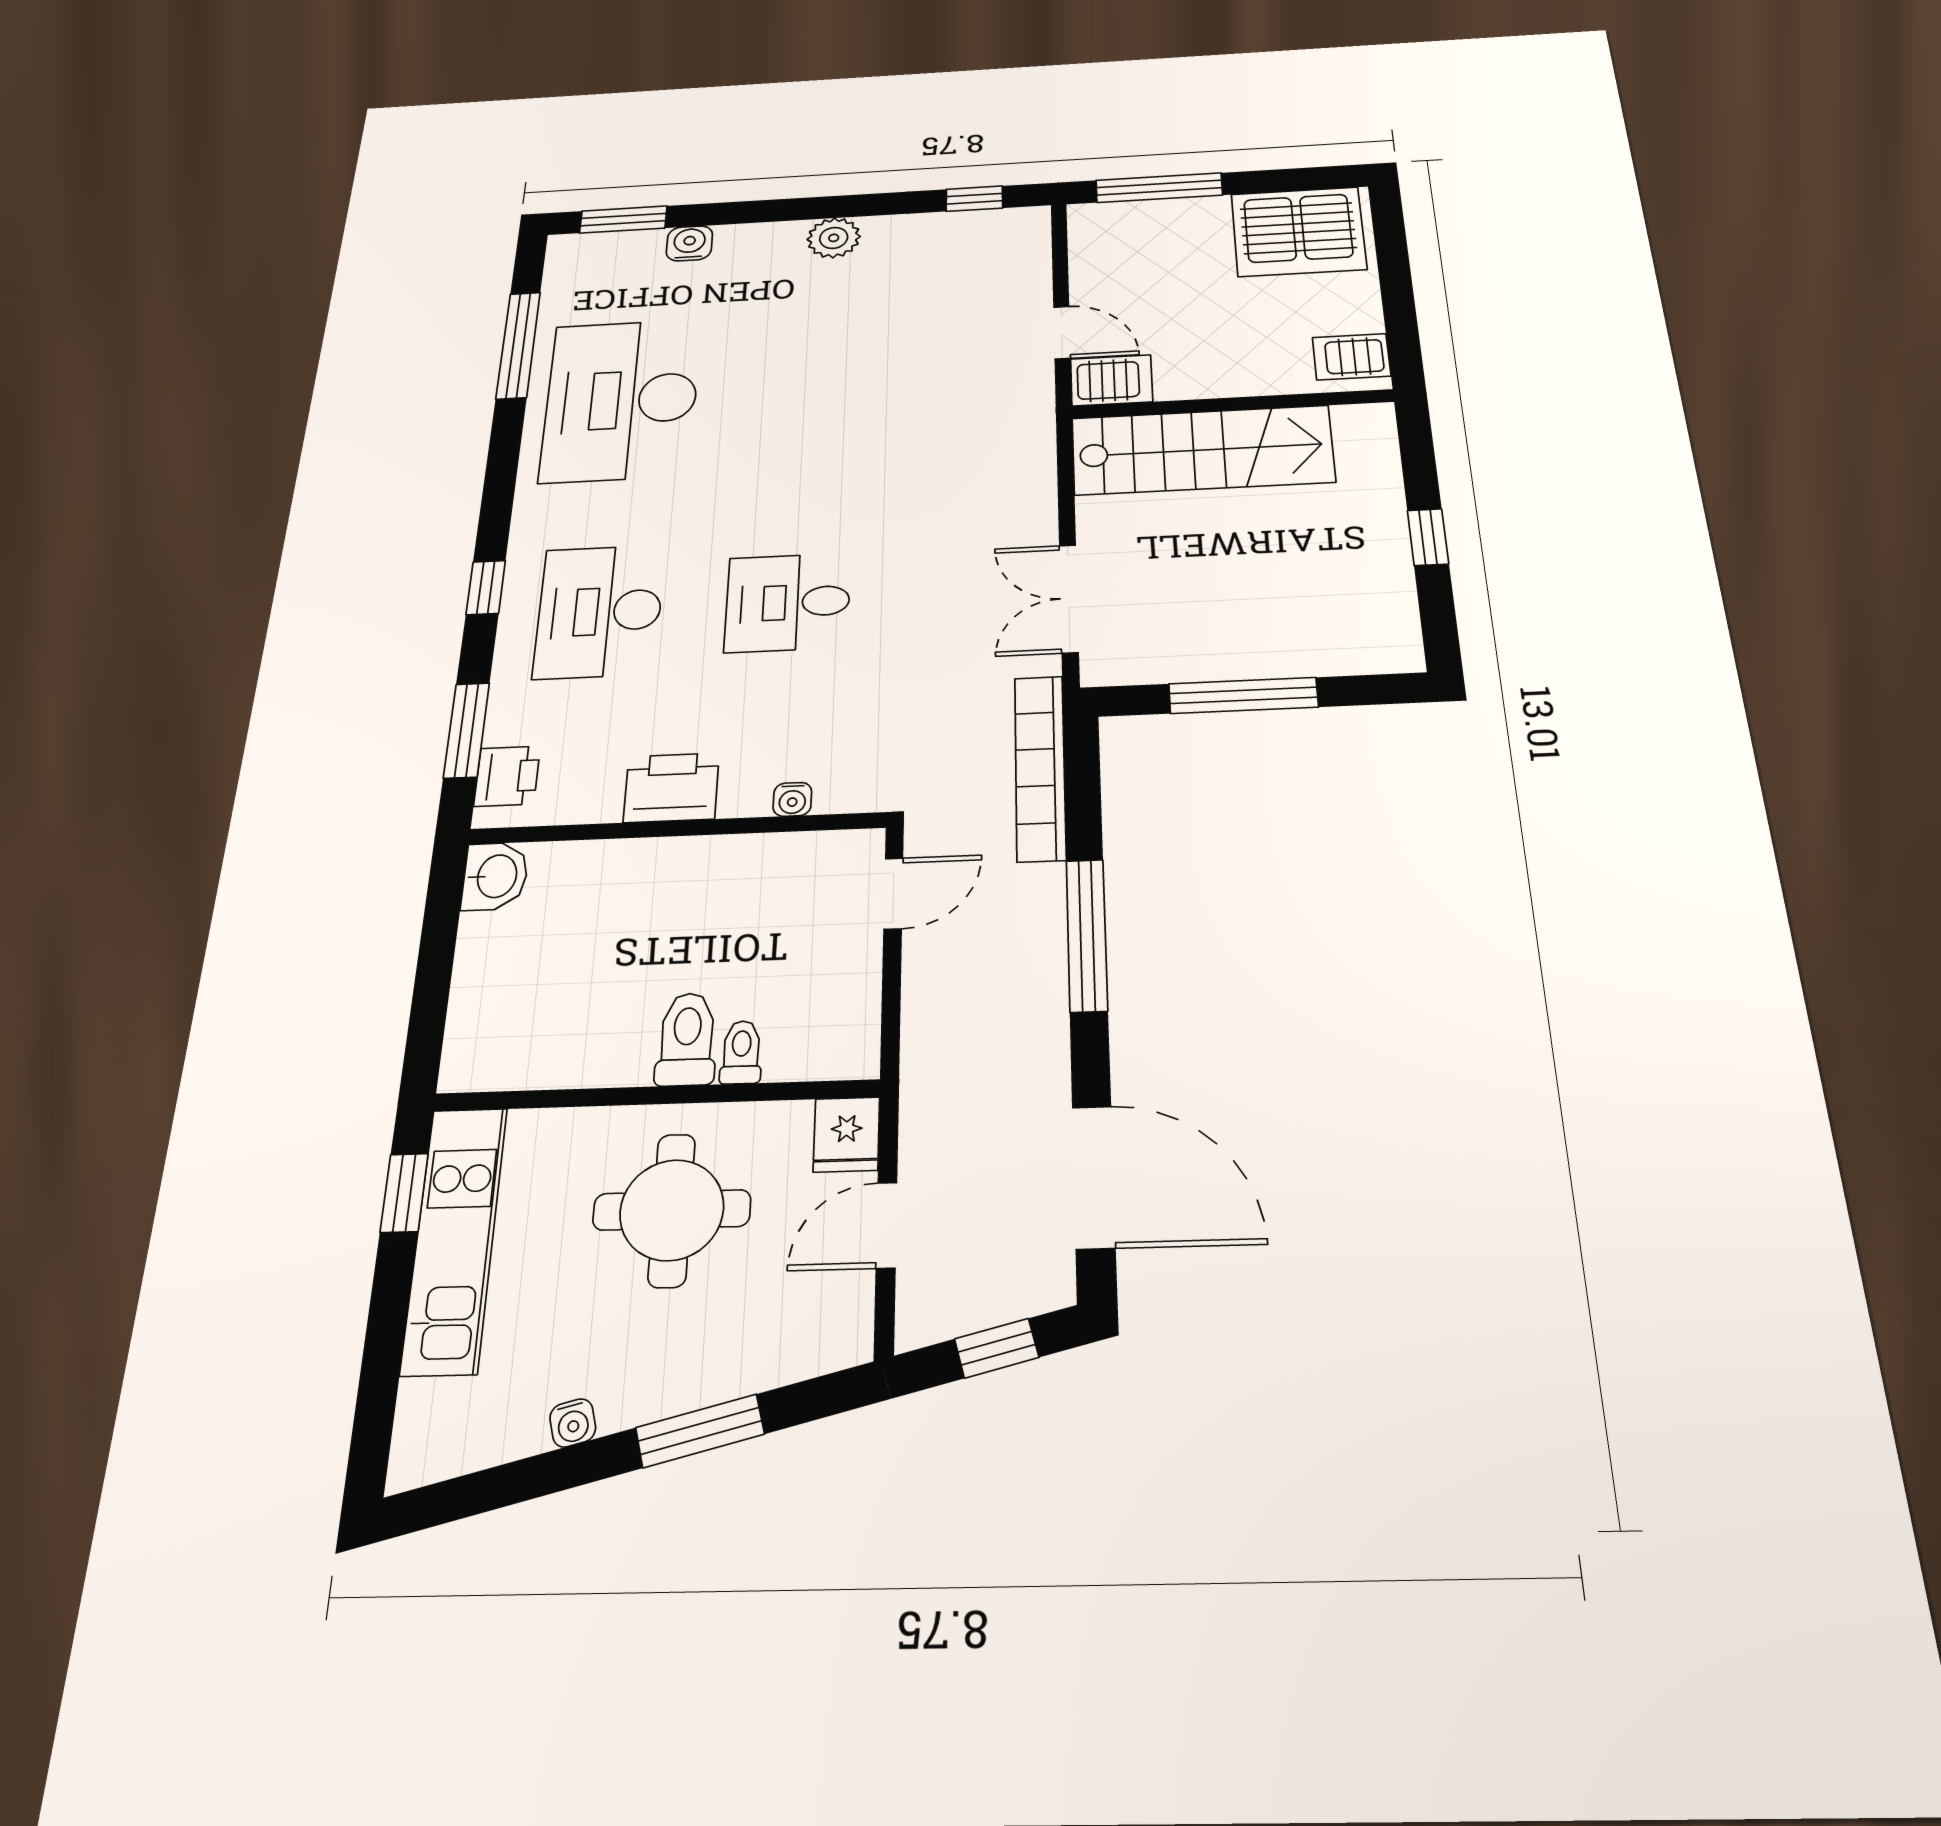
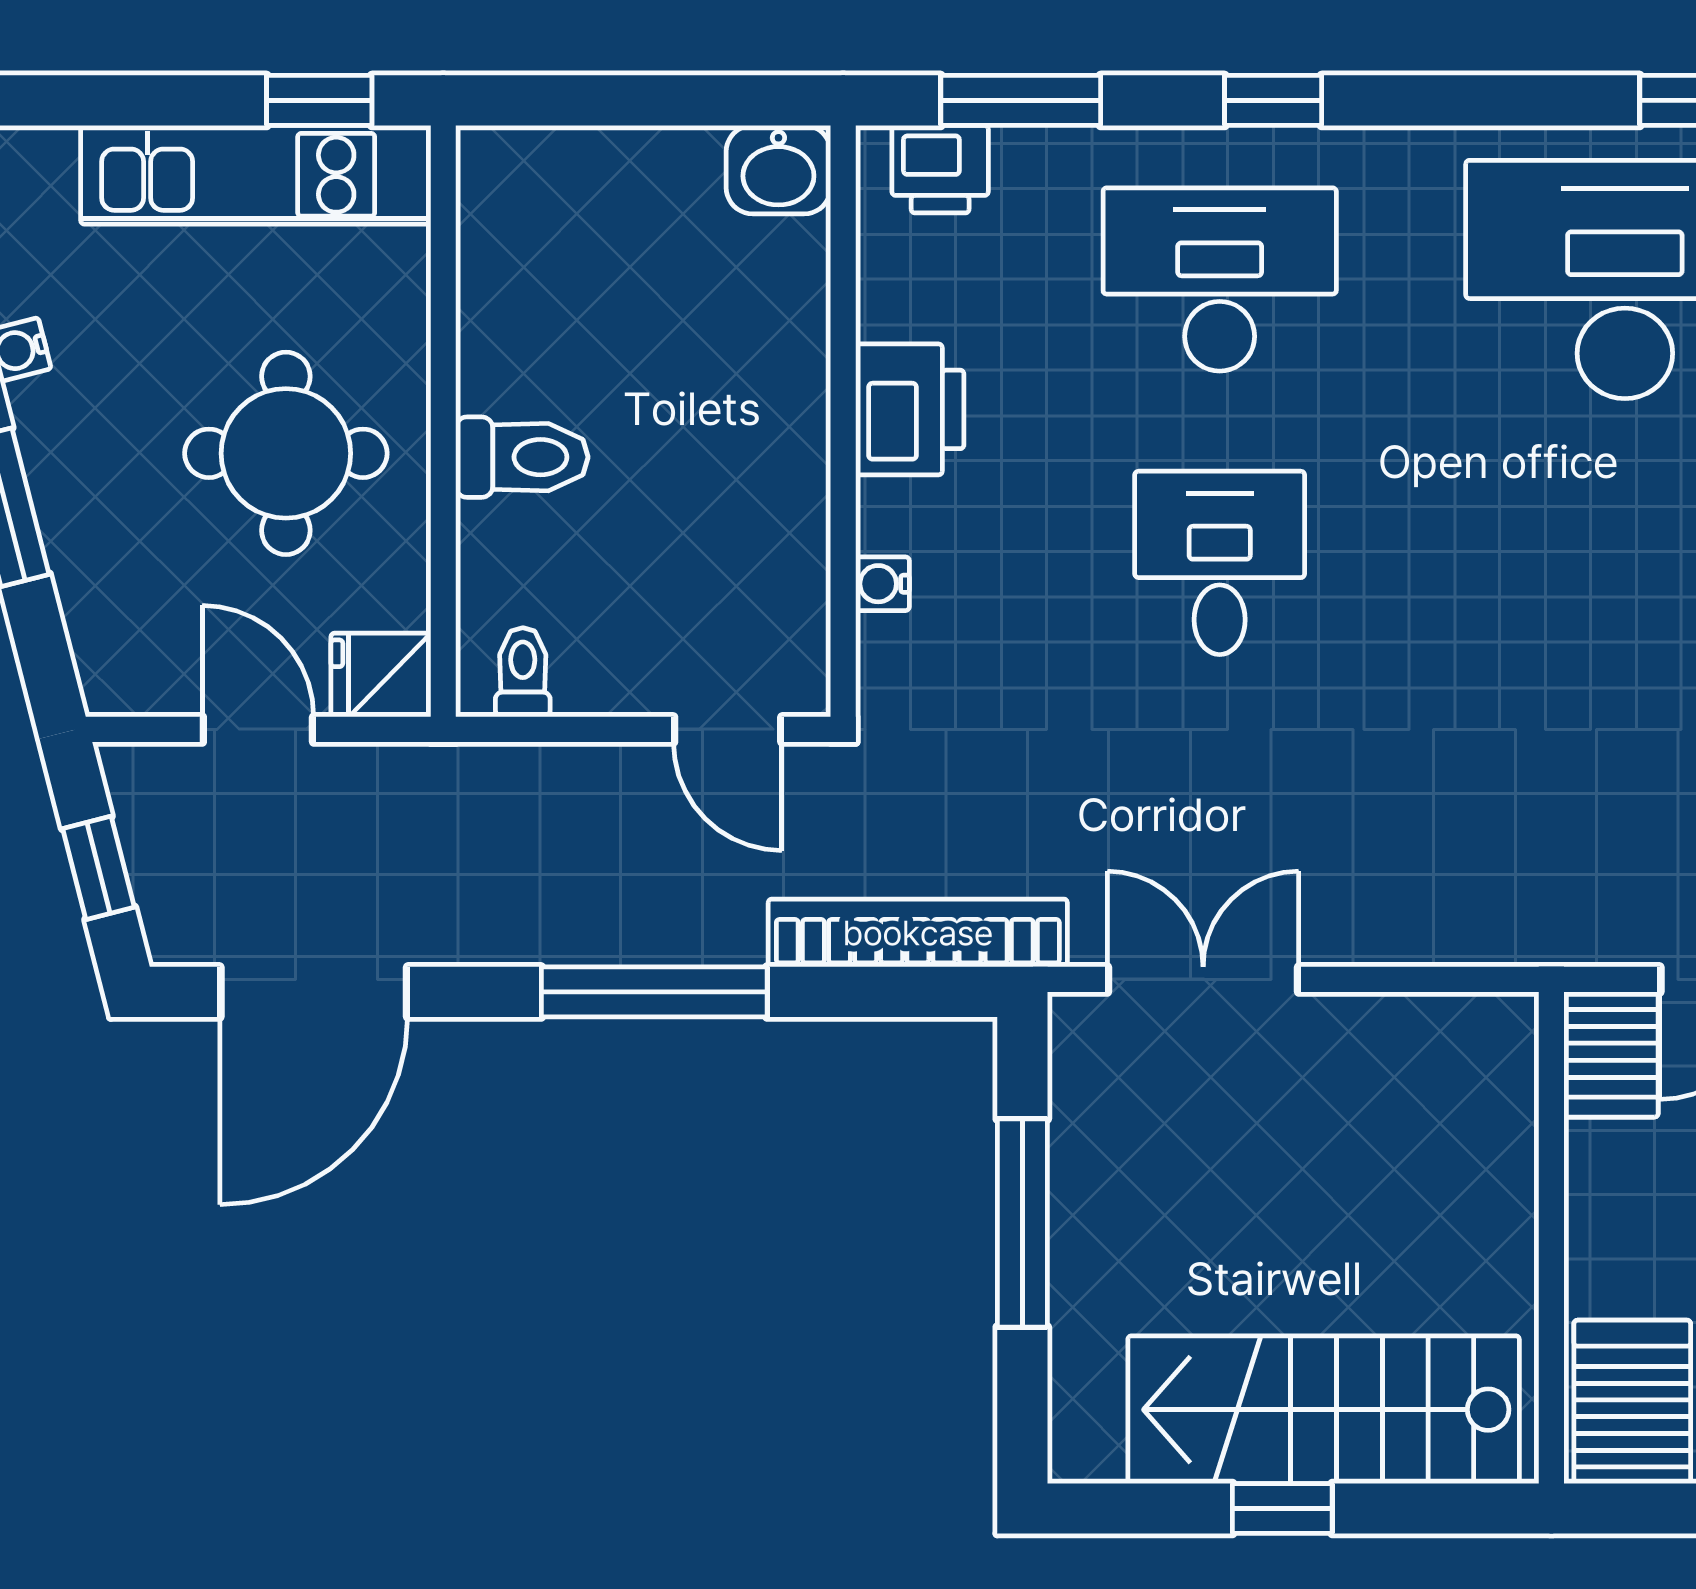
server rack: (1351, 357) -> (1632, 1402), width x1.36, depth x1.44
stairs: (1202, 450) -> (1324, 1410), moved, turned 90
toilet: (741, 1052) -> (523, 672), moved, turned -90

